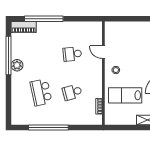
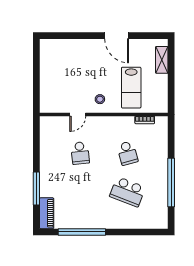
window: (44, 19) -> (36, 188), width x0.68
plant: (17, 65) -> (94, 222), removed
school desk: (41, 92) -> (127, 192), turned 33

